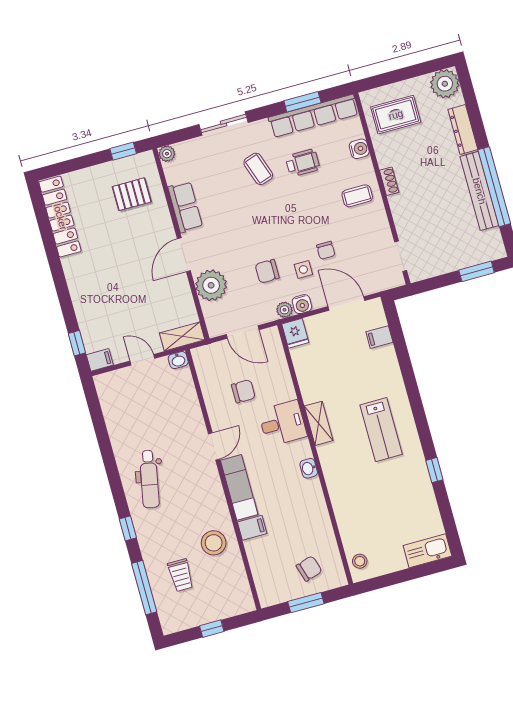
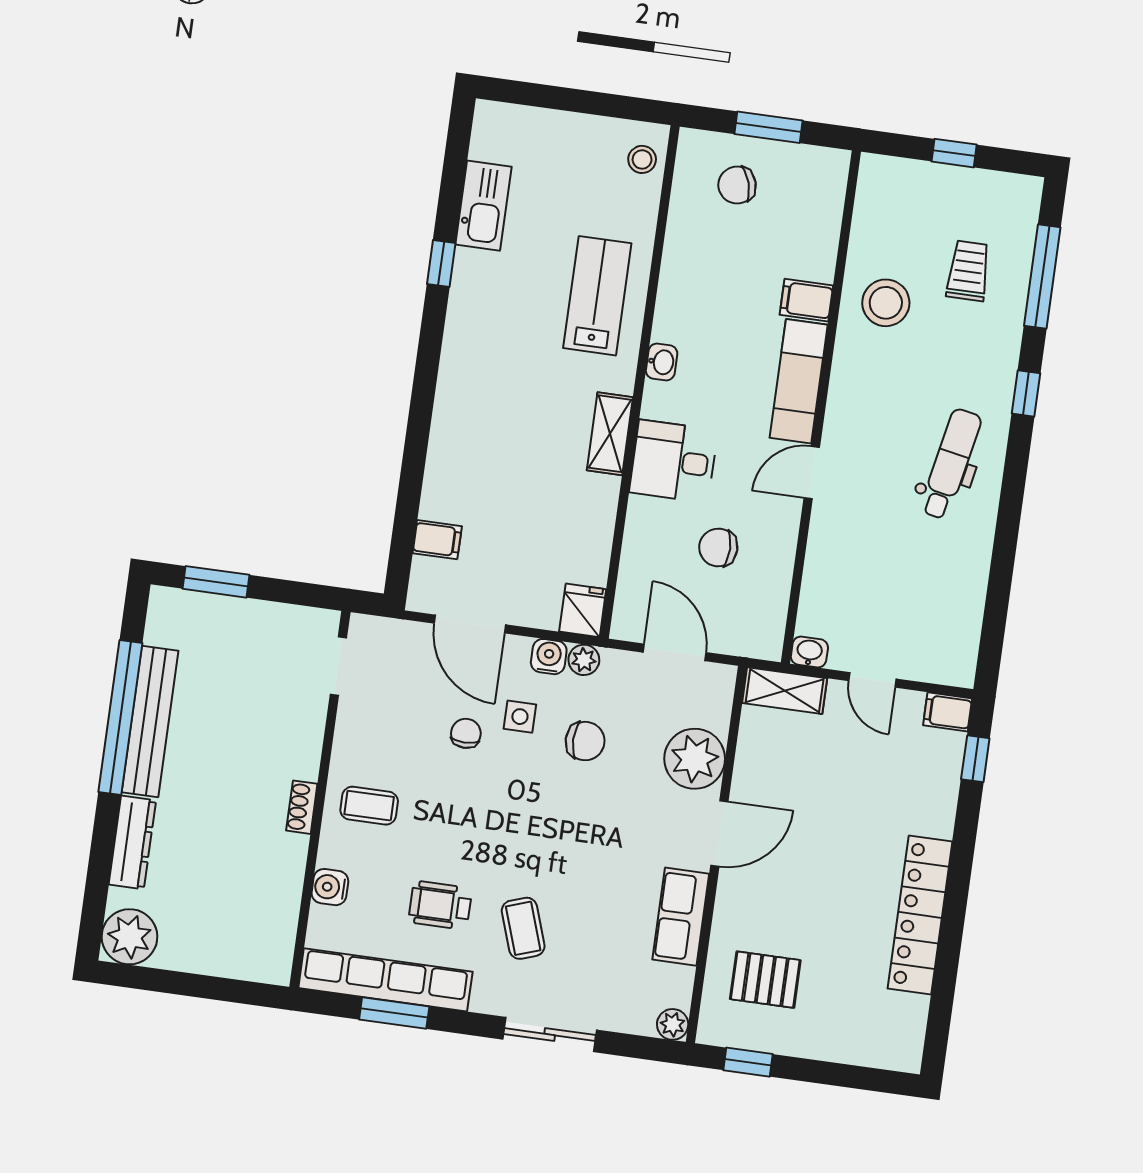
rug: (396, 115) -> (240, 920), removed
locker: (60, 217) -> (920, 915), moved
lab bench: (381, 430) -> (597, 296), moved
kitchen sink: (427, 551) -> (483, 206), moved, turned -90

